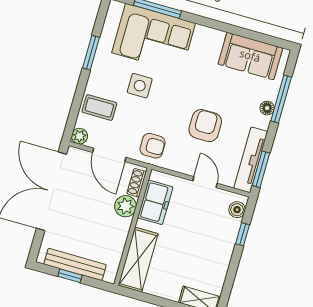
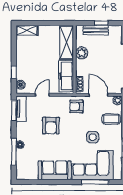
sofa: (250, 56) -> (55, 170), moved
tv unit: (251, 160) -> (21, 109), width x0.71
door: (205, 182) -> (42, 95), swing flipped
freezer: (155, 202) -> (66, 76), width x1.40
plant: (126, 206) -> (82, 53), moved
bench: (75, 264) -> (96, 30), width x0.73

